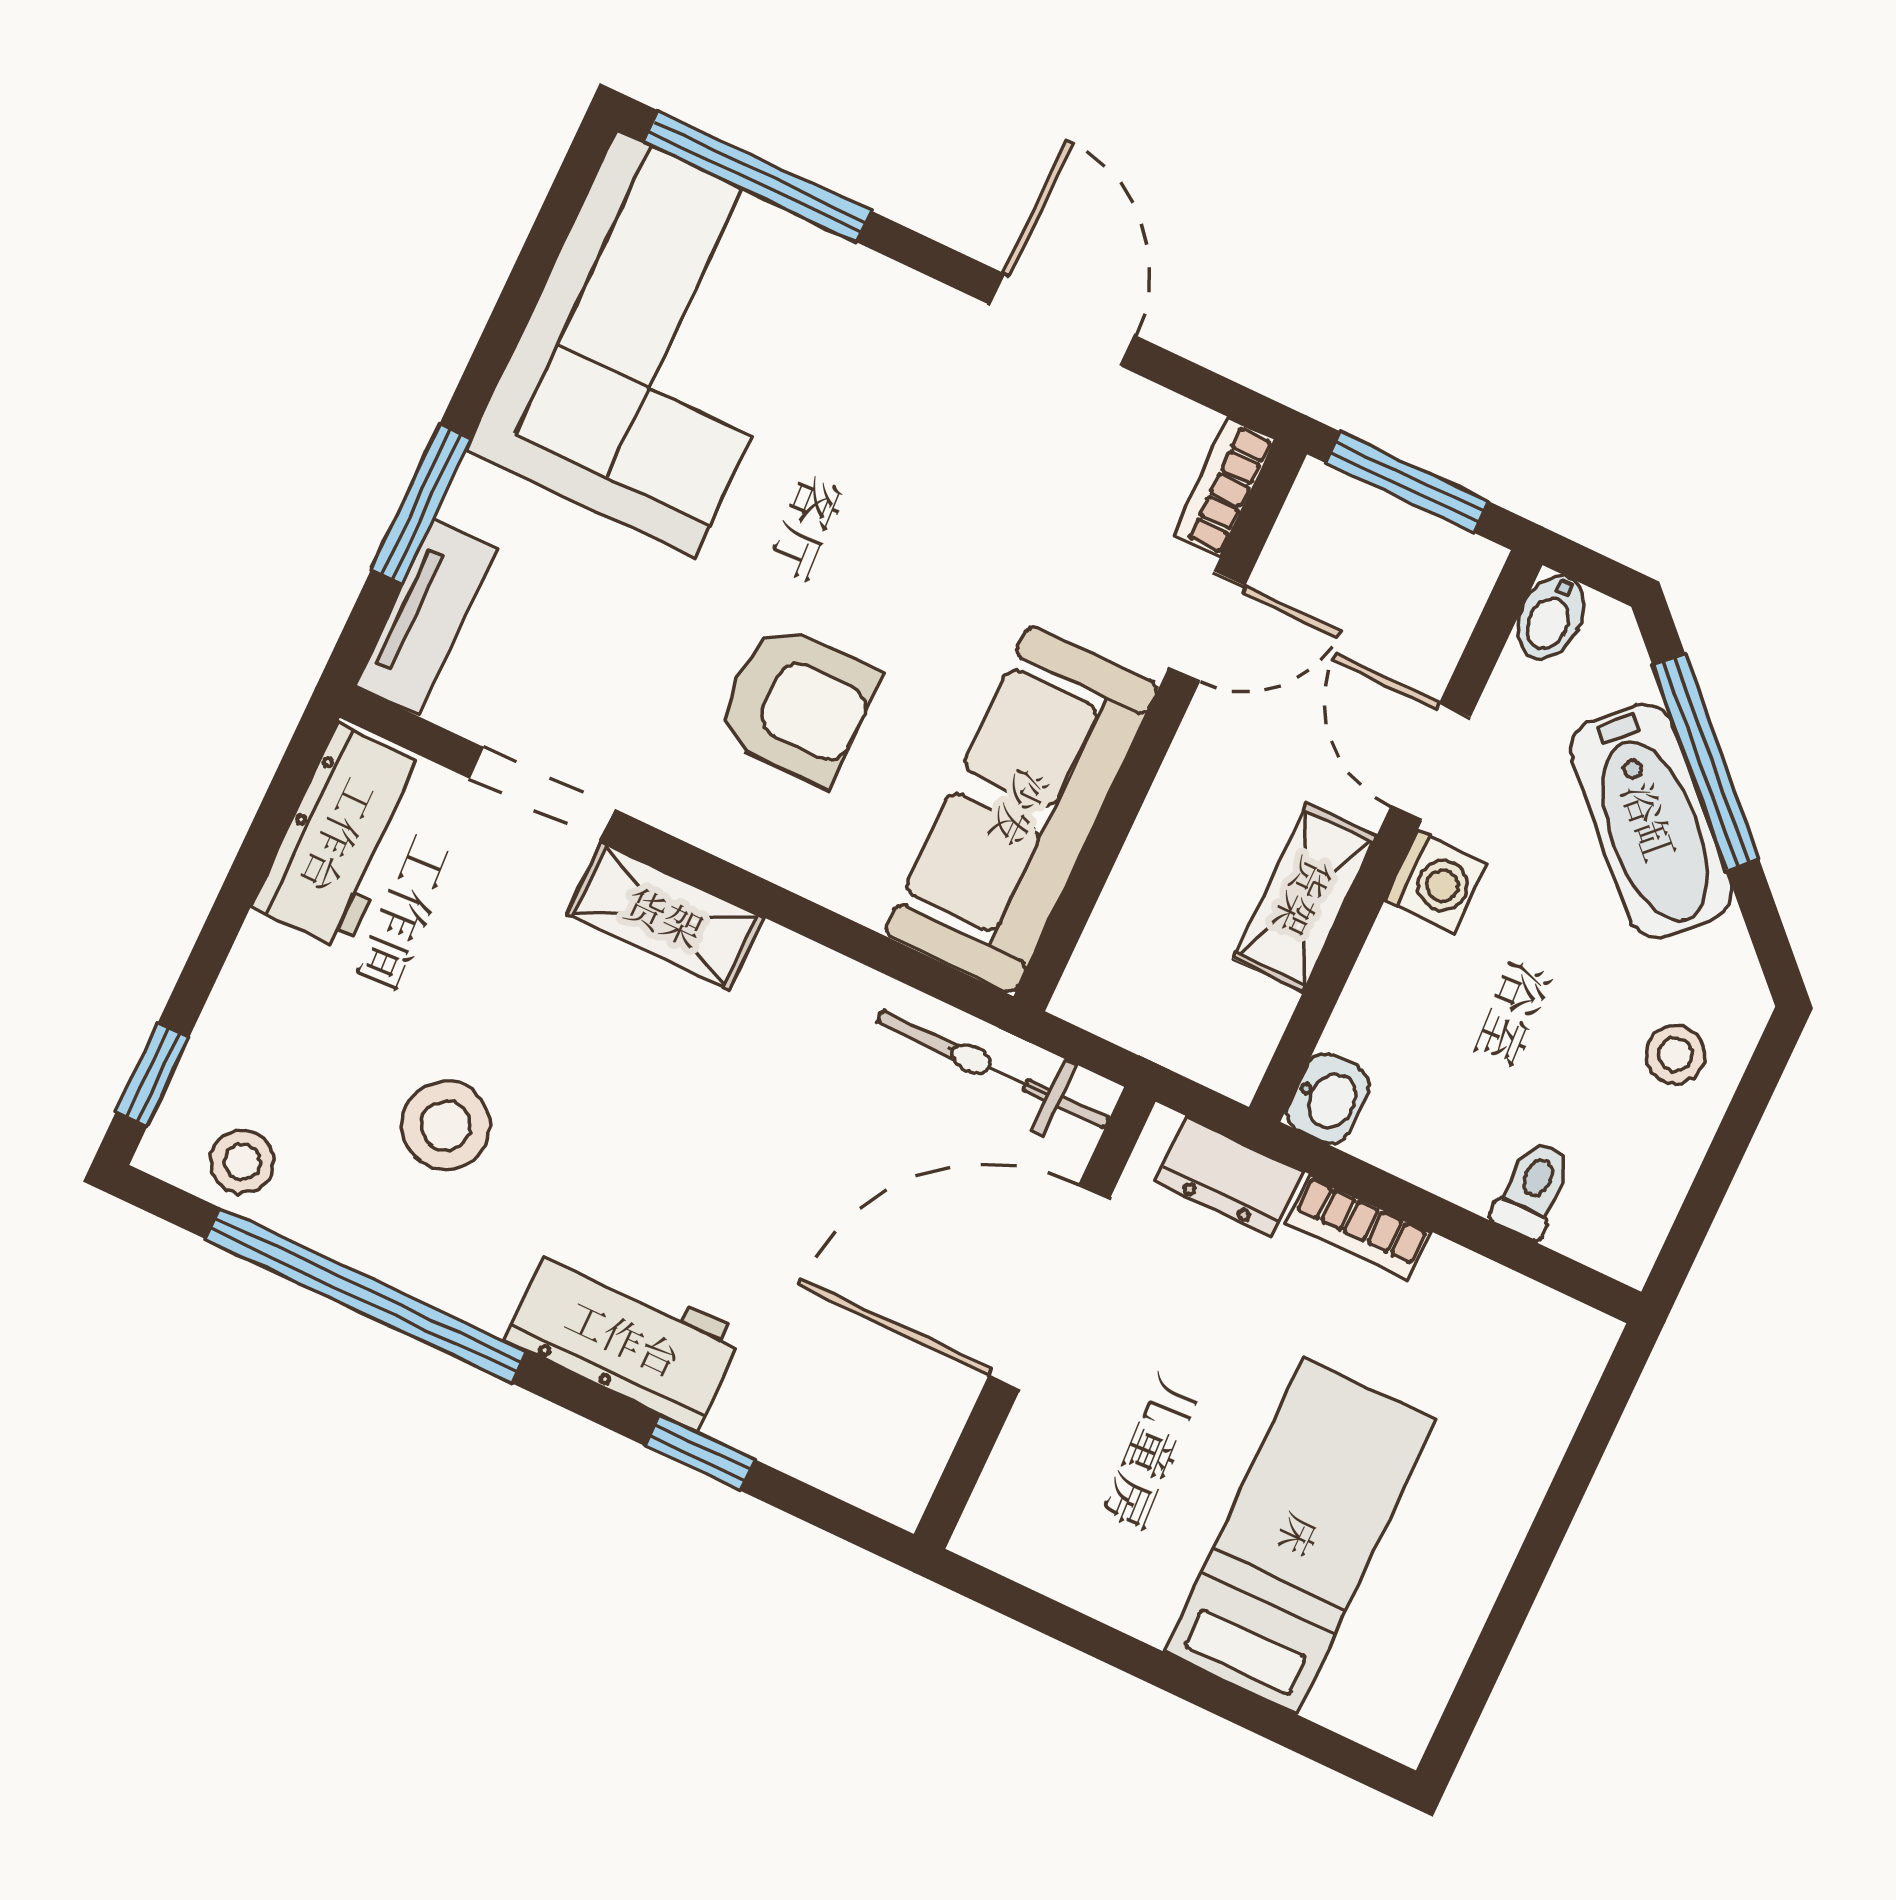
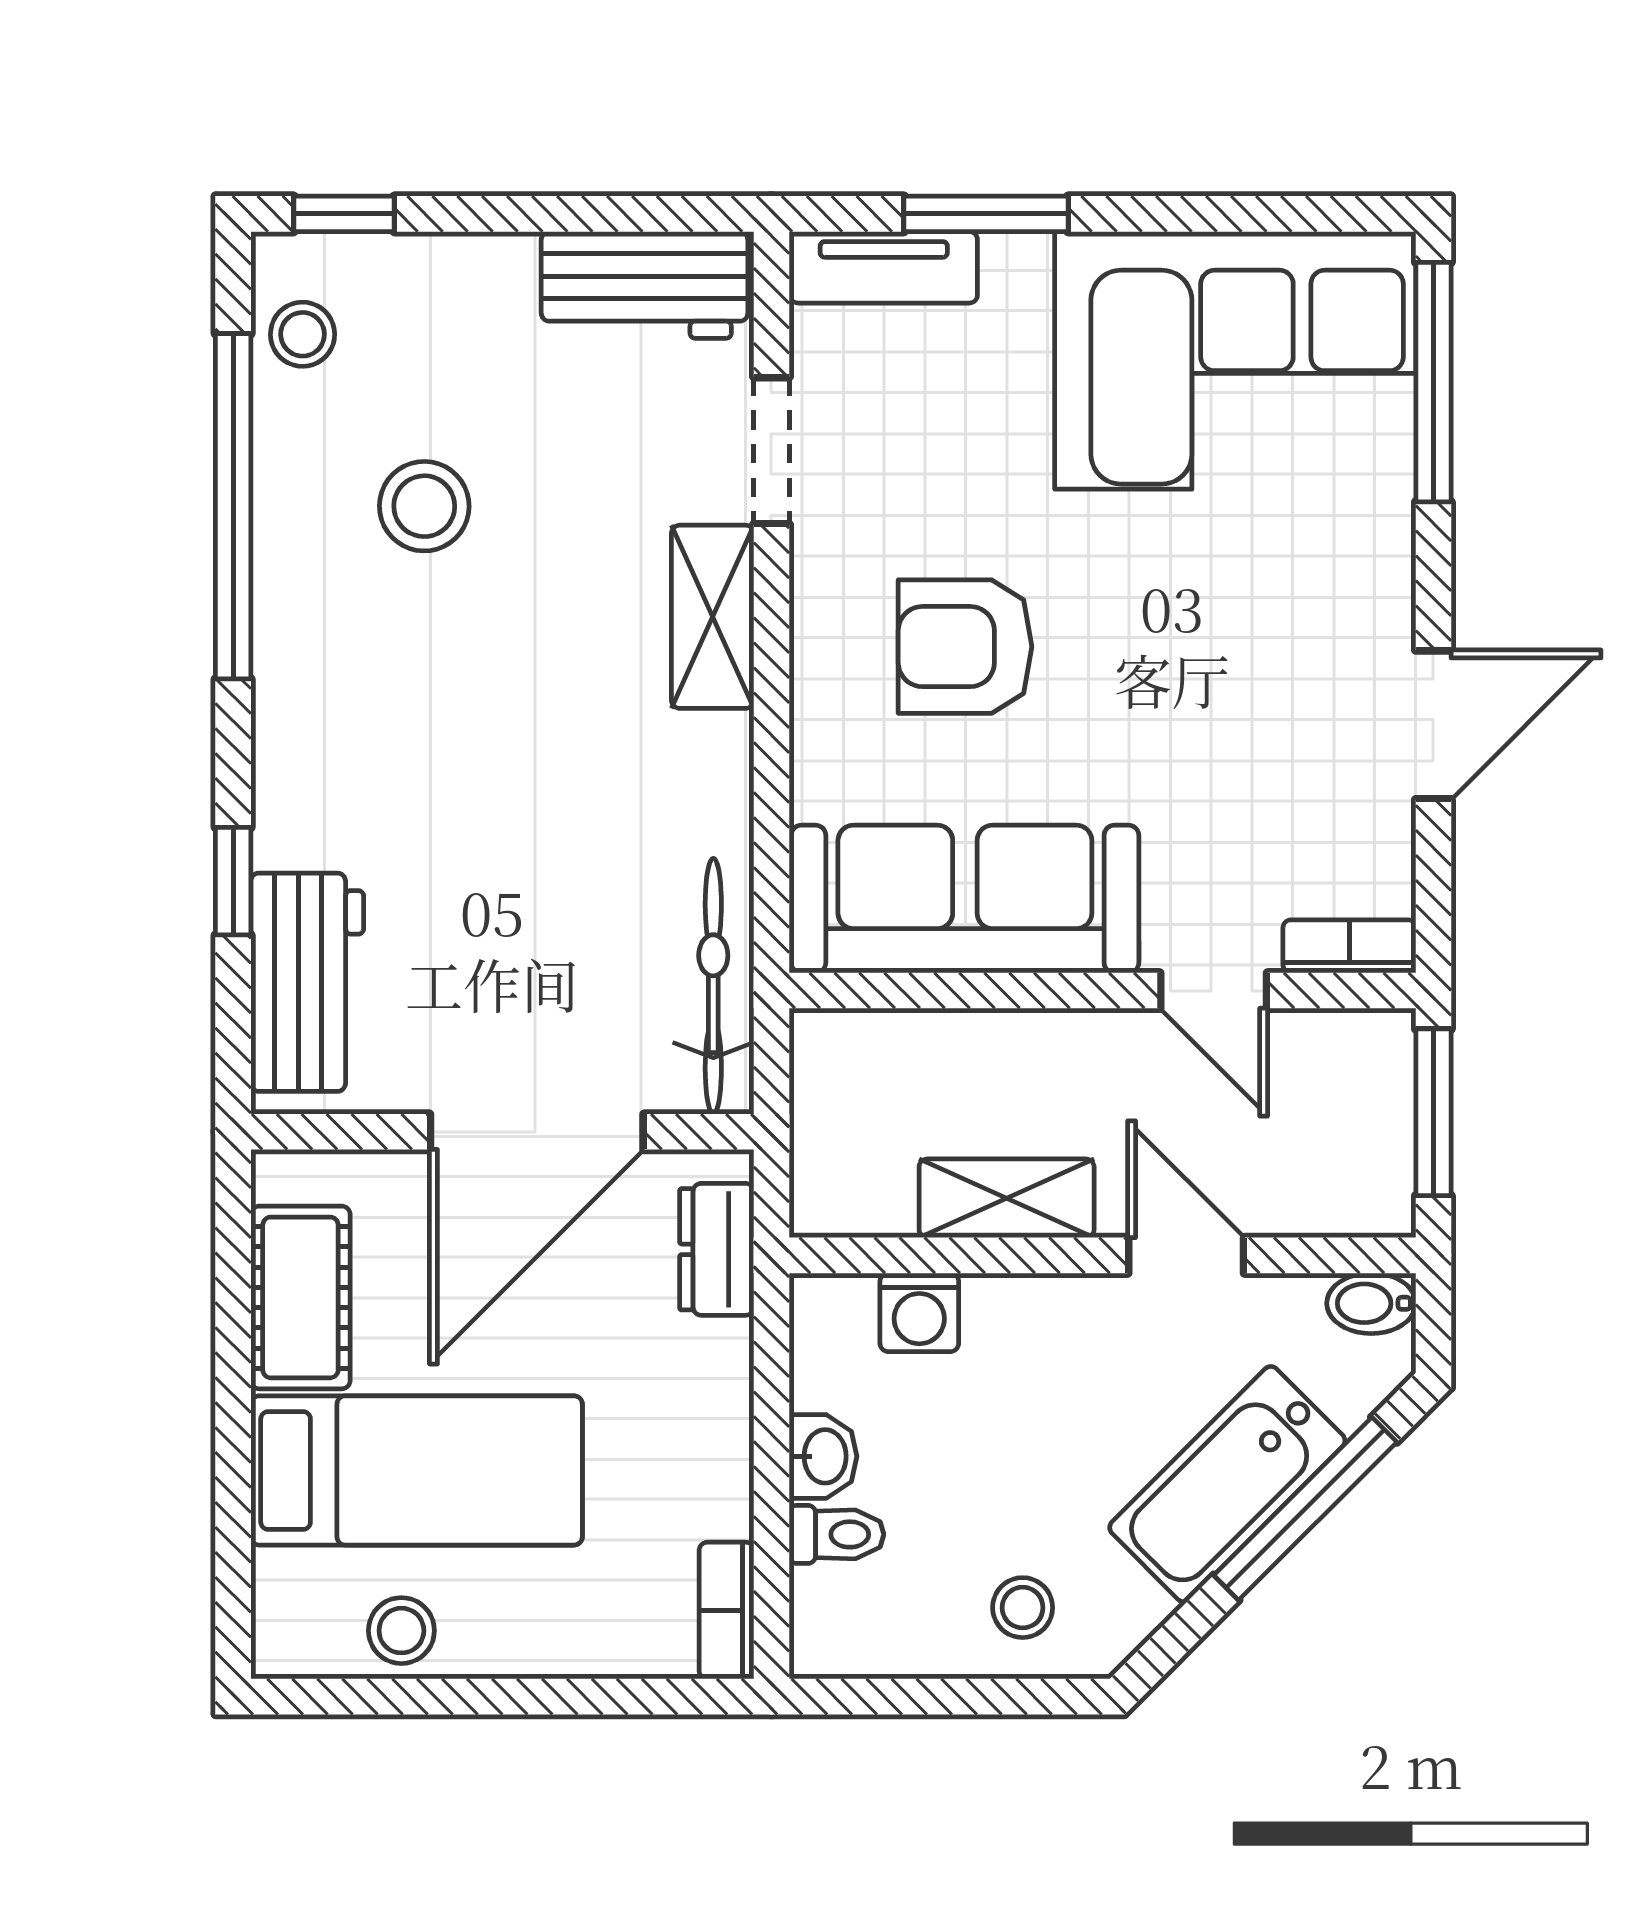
armchair: (797, 704) -> (965, 647), turned 90
door: (1431, 762) -> (1186, 1255), hinge flipped
washing machine: (1436, 882) -> (919, 1312), moved
washbasin: (1328, 1099) -> (823, 1456), moved, turned -90
bookcase: (1359, 1227) -> (726, 1611), moved
door: (1049, 1287) -> (537, 1132), swing flipped
workbench: (624, 1336) -> (307, 982), moved
cot: (1098, 1567) -> (300, 1297), added
stool: (1436, 1616) -> (401, 1631), added

